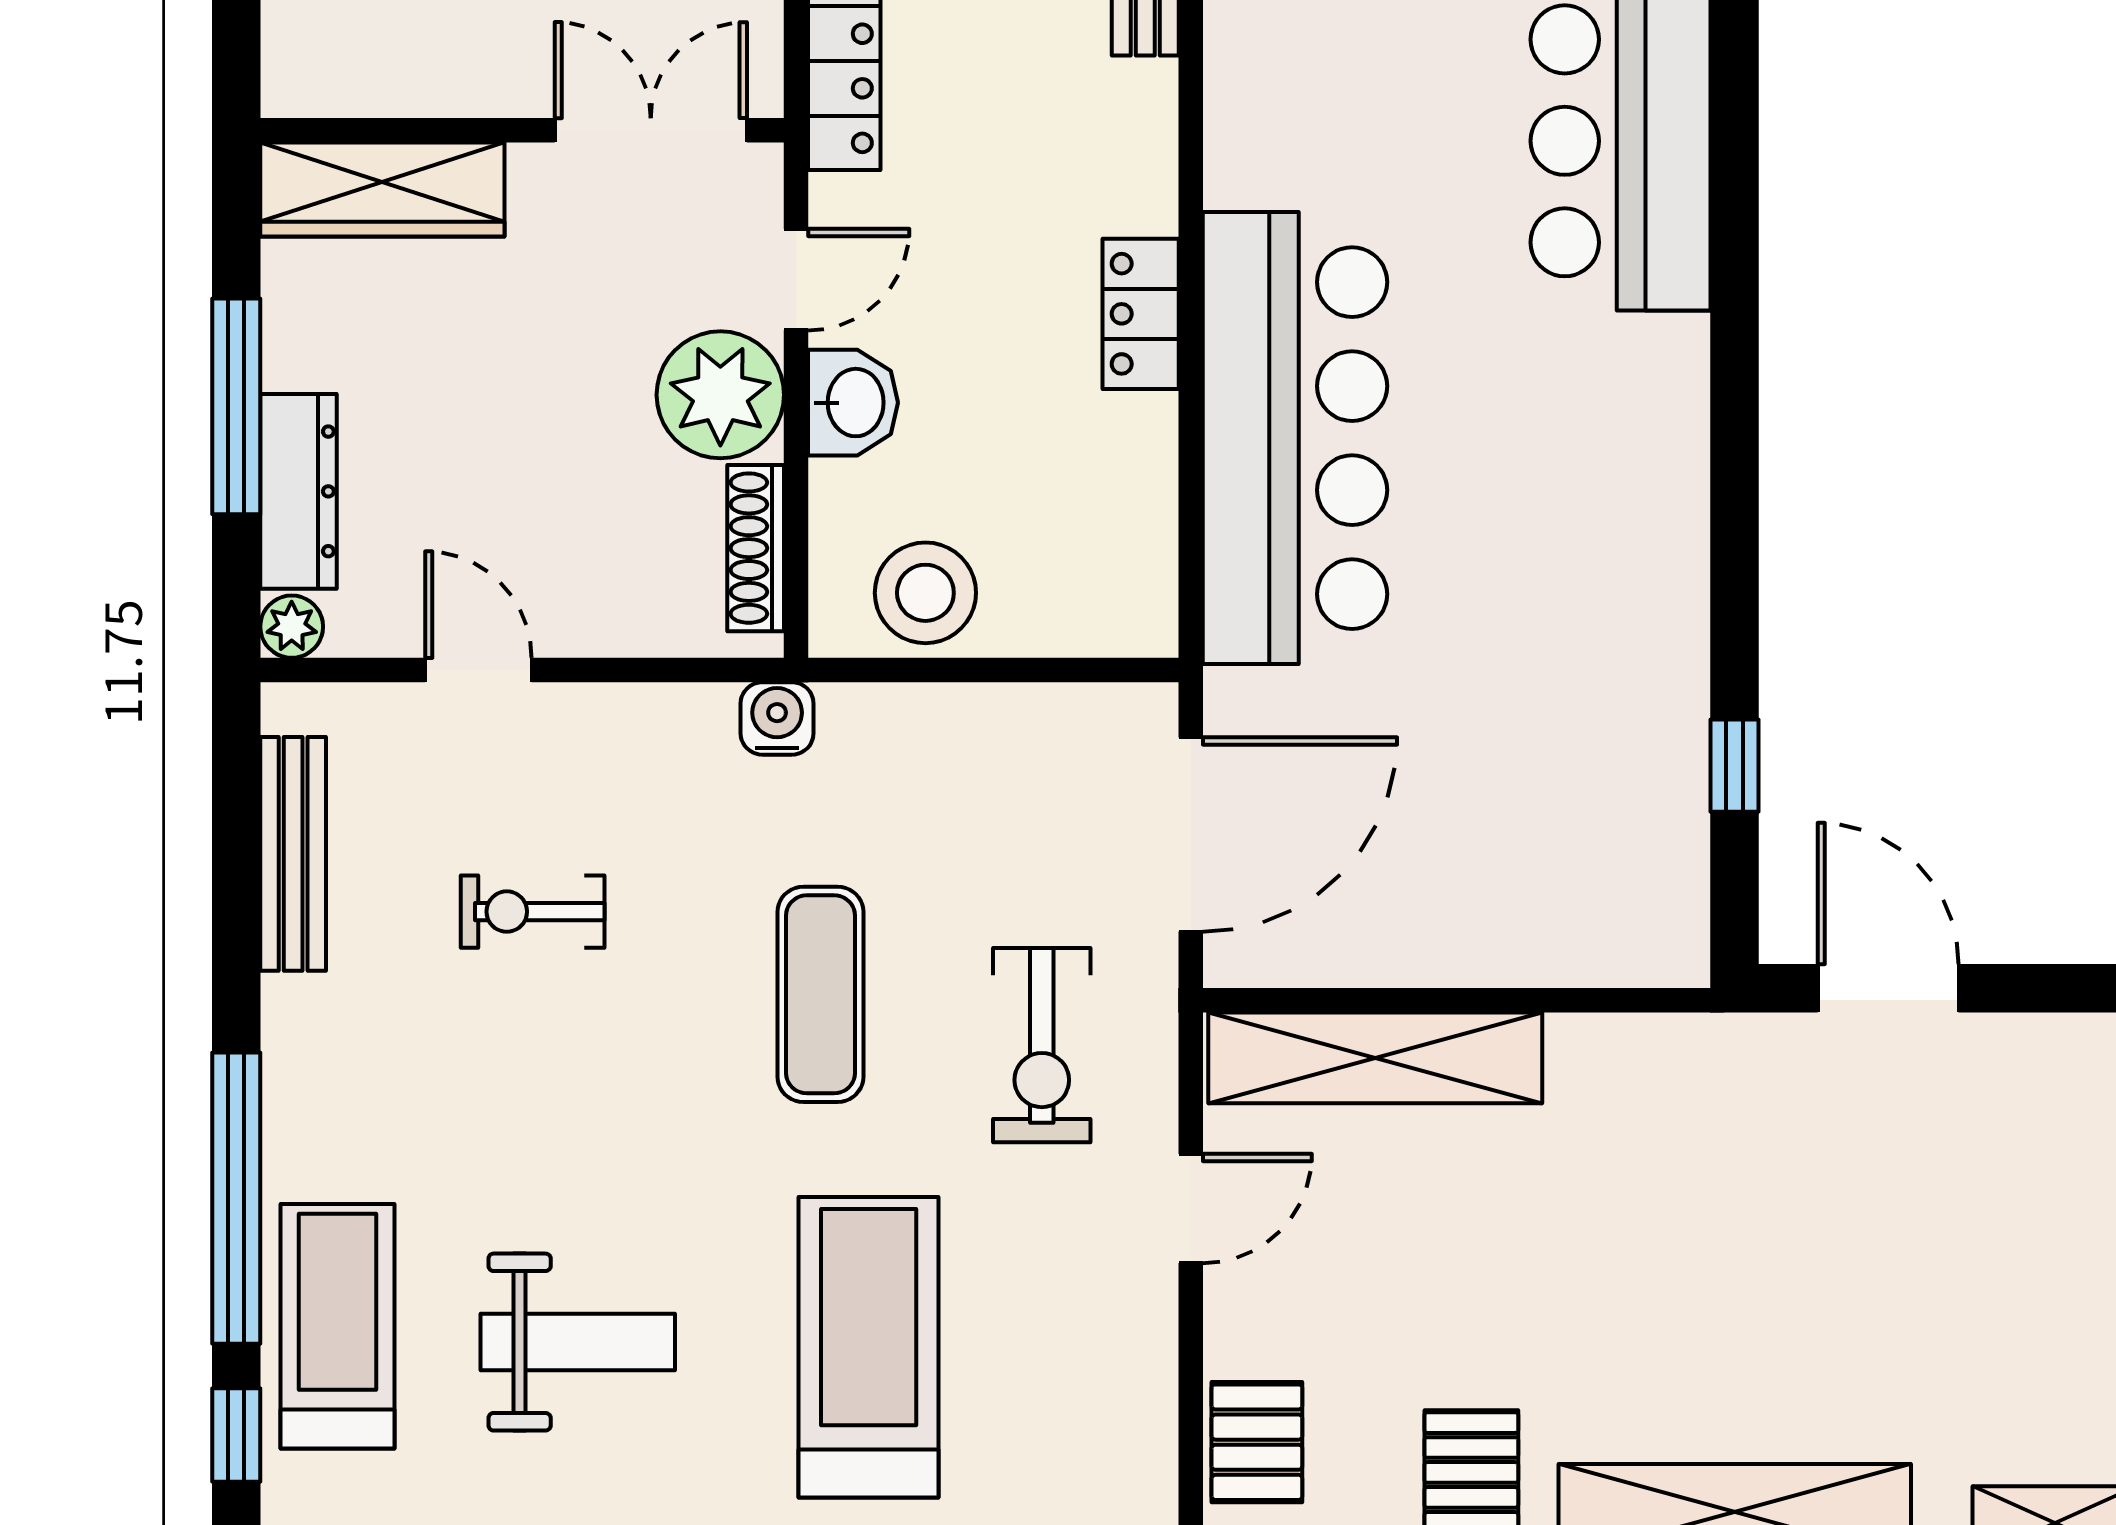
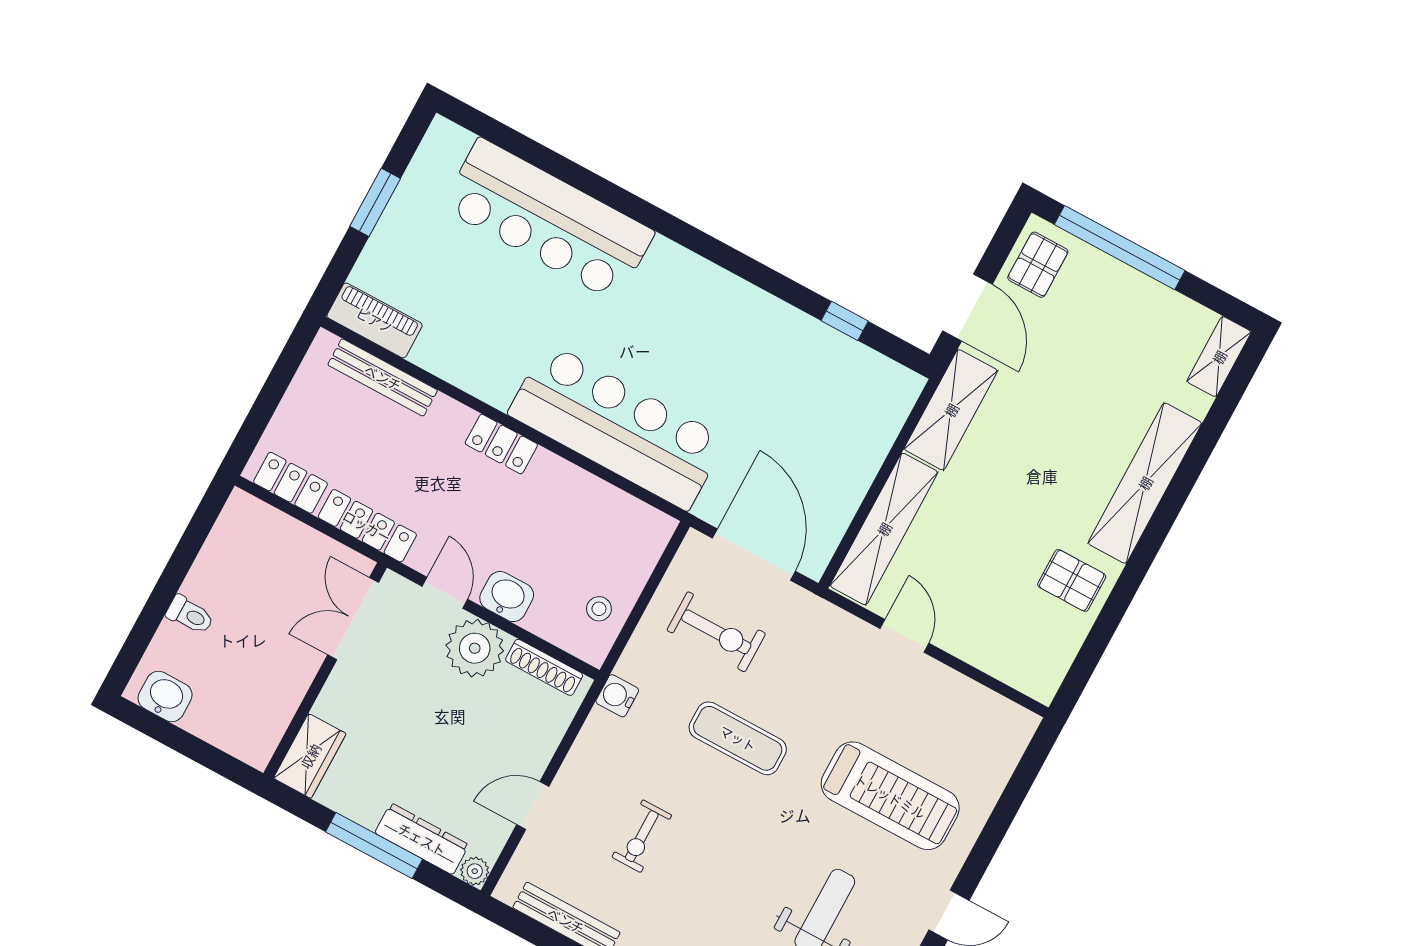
wardrobe: (382, 190) -> (310, 756), width x0.67
locker: (1141, 314) -> (501, 444), moved
stool: (925, 593) -> (599, 609), width x0.53, depth x0.53
door: (1888, 988) -> (968, 307), swing flipped
exercise bike: (1042, 1045) -> (716, 632), moved
shelving: (1674, 1063) -> (951, 410), added
treadmill: (869, 1347) -> (890, 796), turned 180
pallet: (1257, 1442) -> (1038, 265), moved, turned 90

